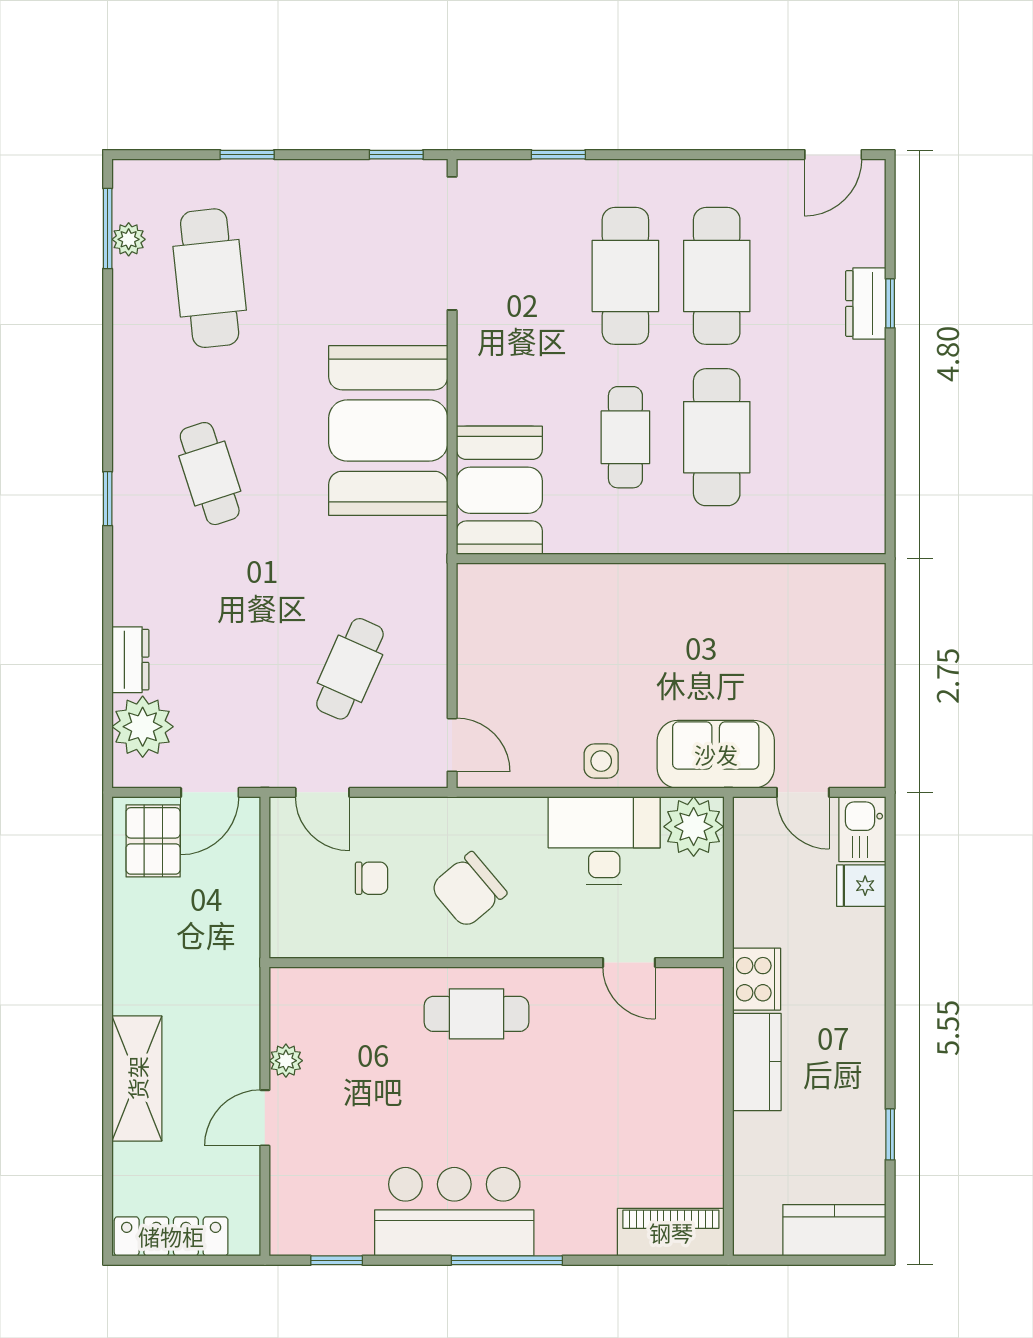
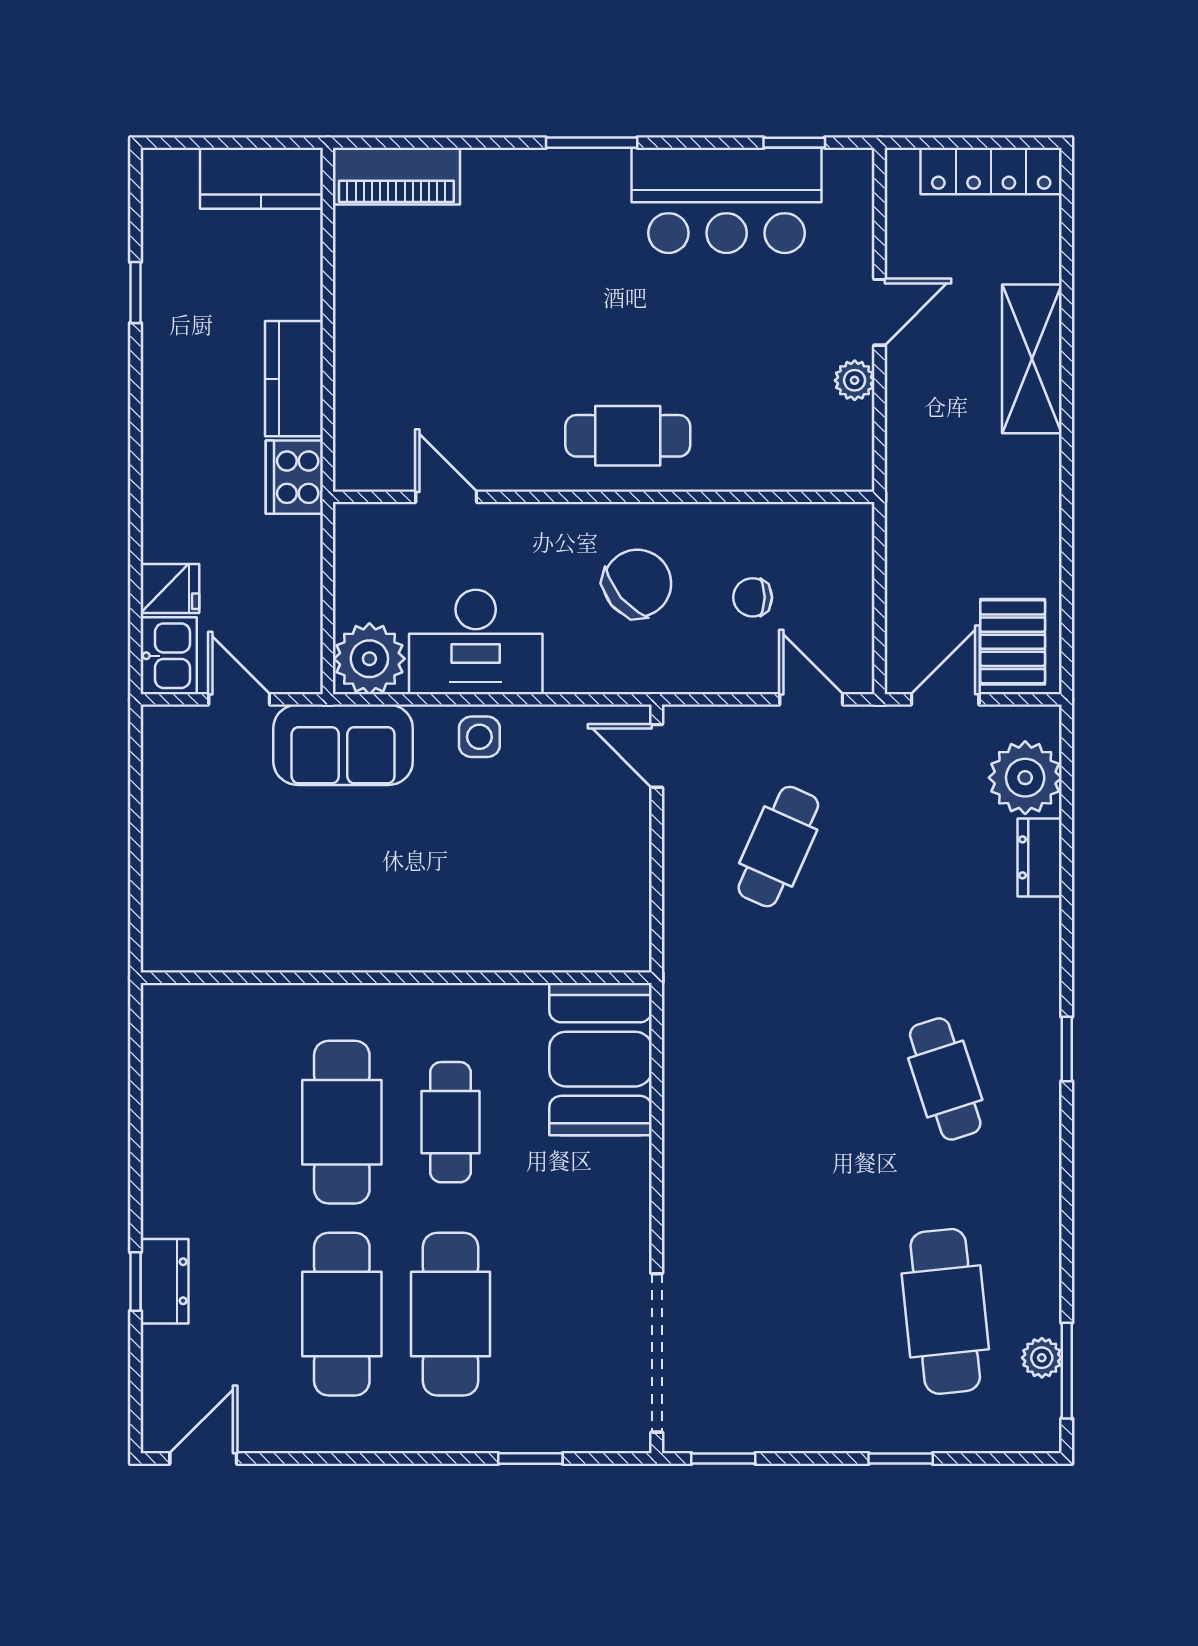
booth: (388, 431) -> (733, 1130), removed
bar counter: (454, 1212) -> (727, 200), moved
kitchen counter: (834, 1230) -> (261, 178), moved
window: (507, 1260) -> (592, 143), width x0.69

